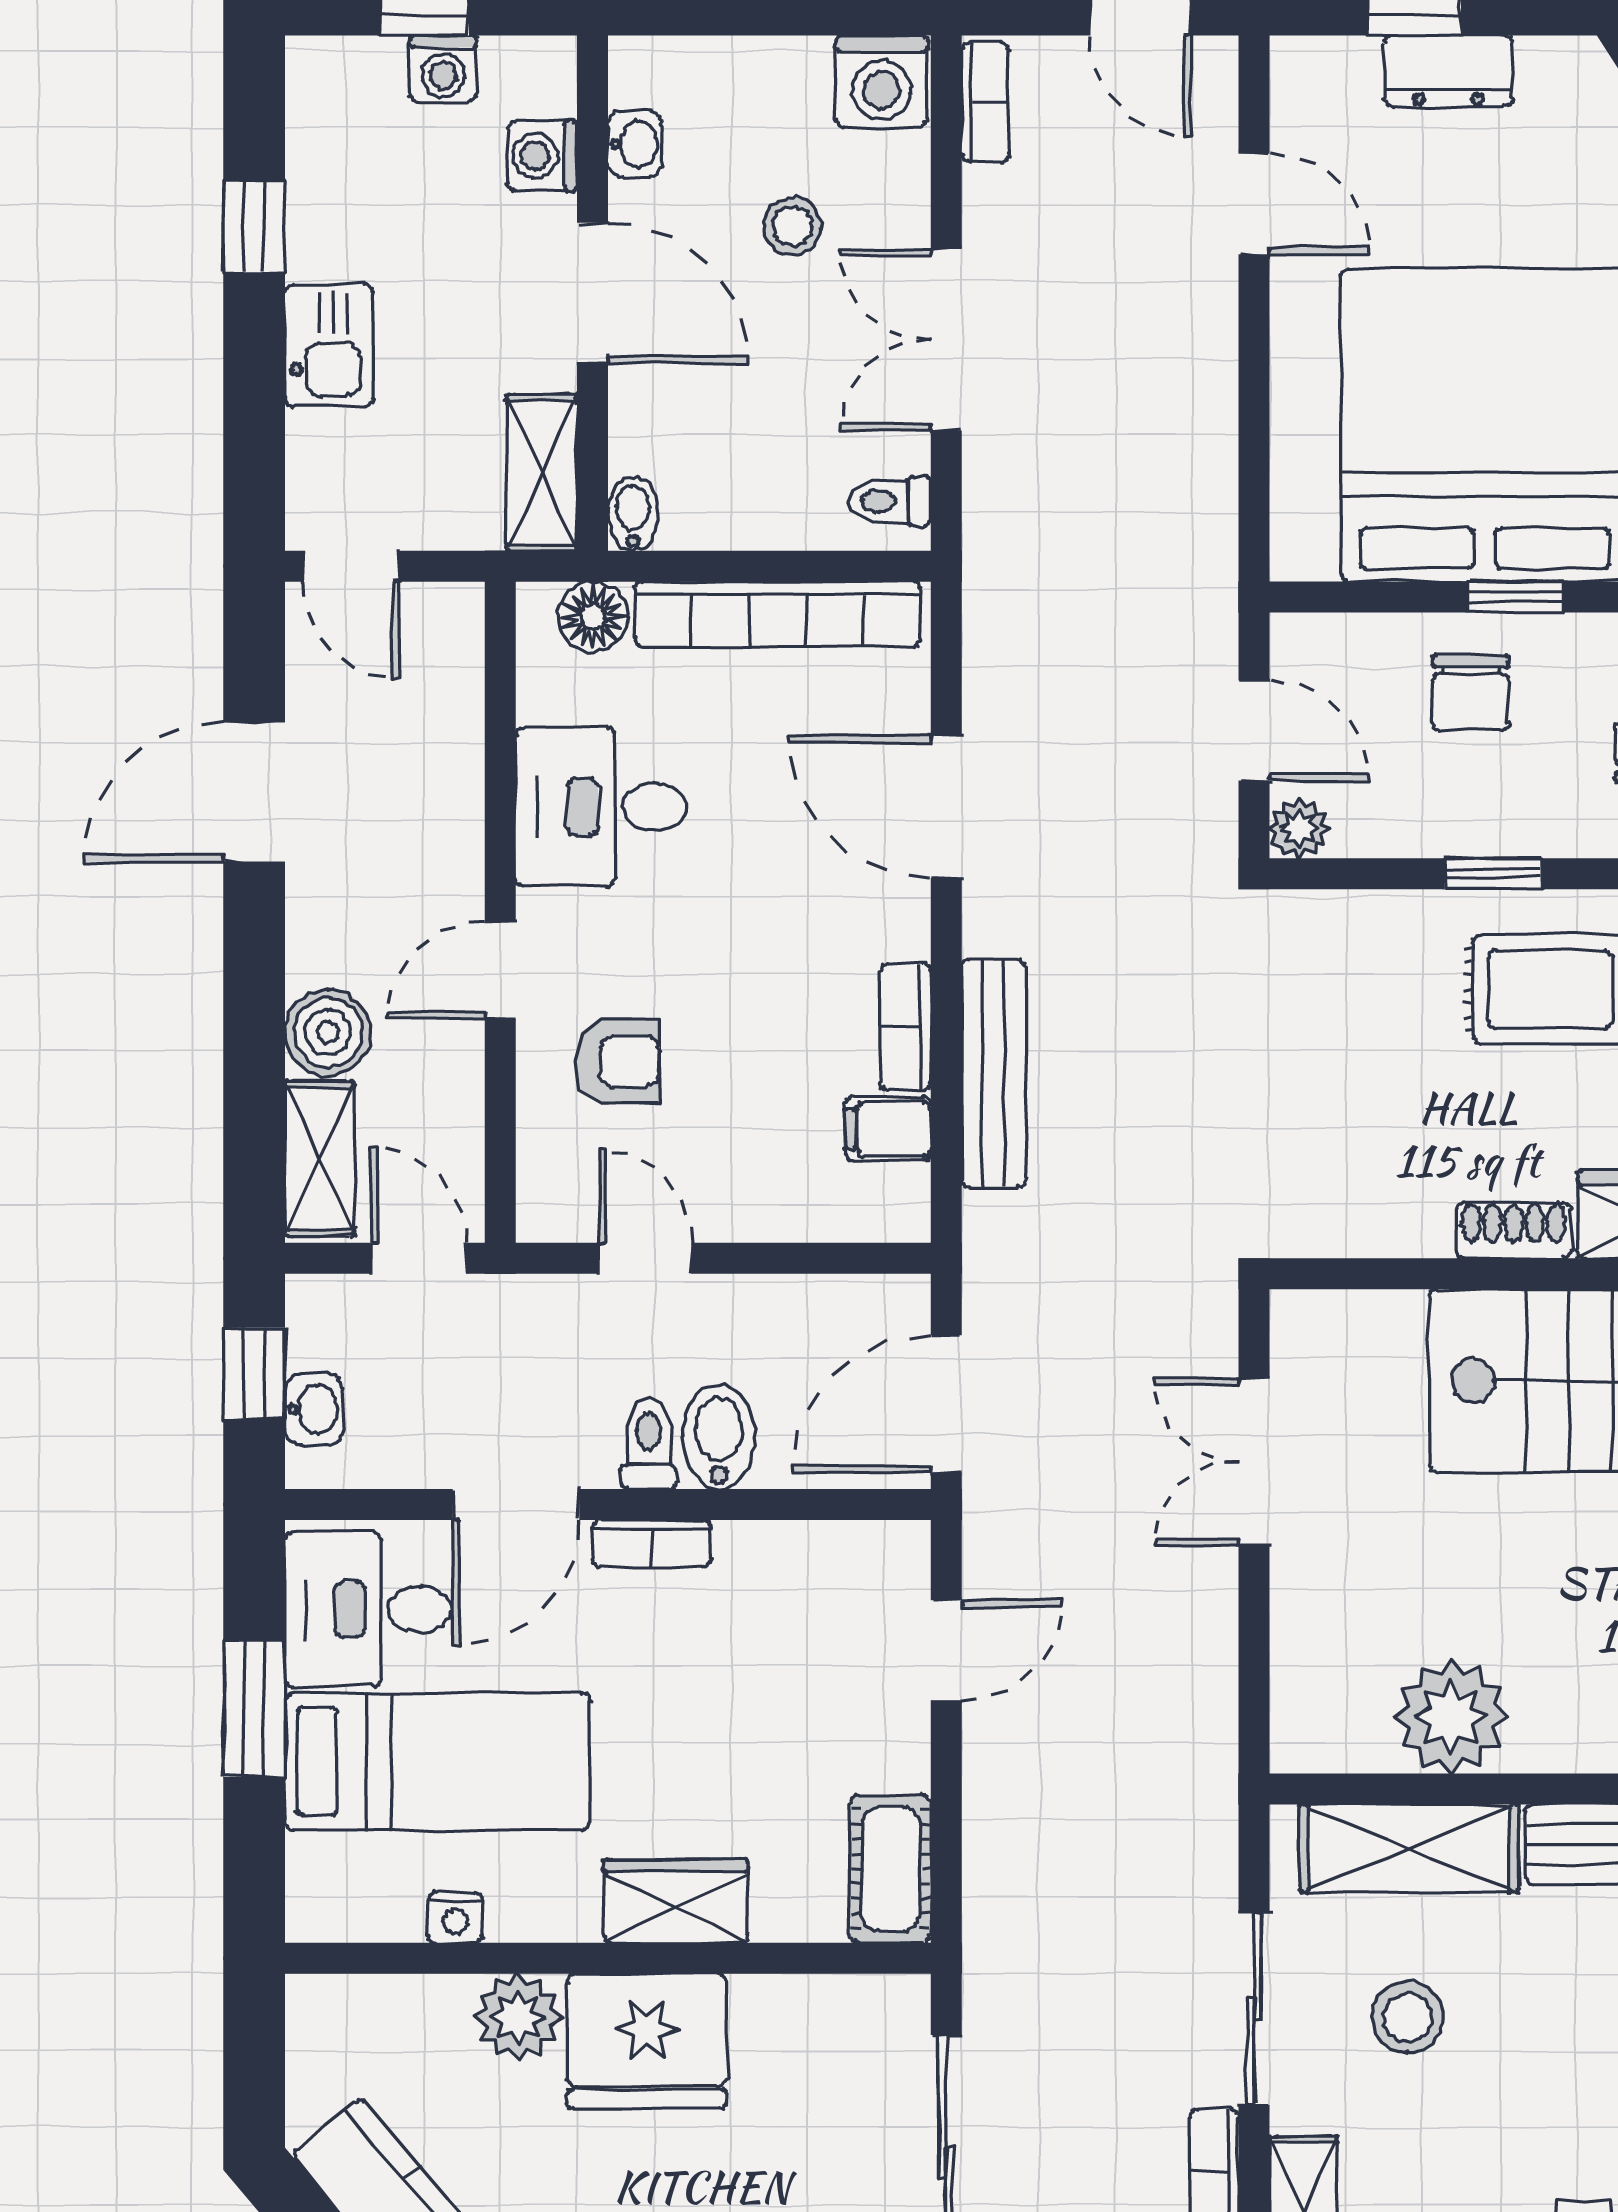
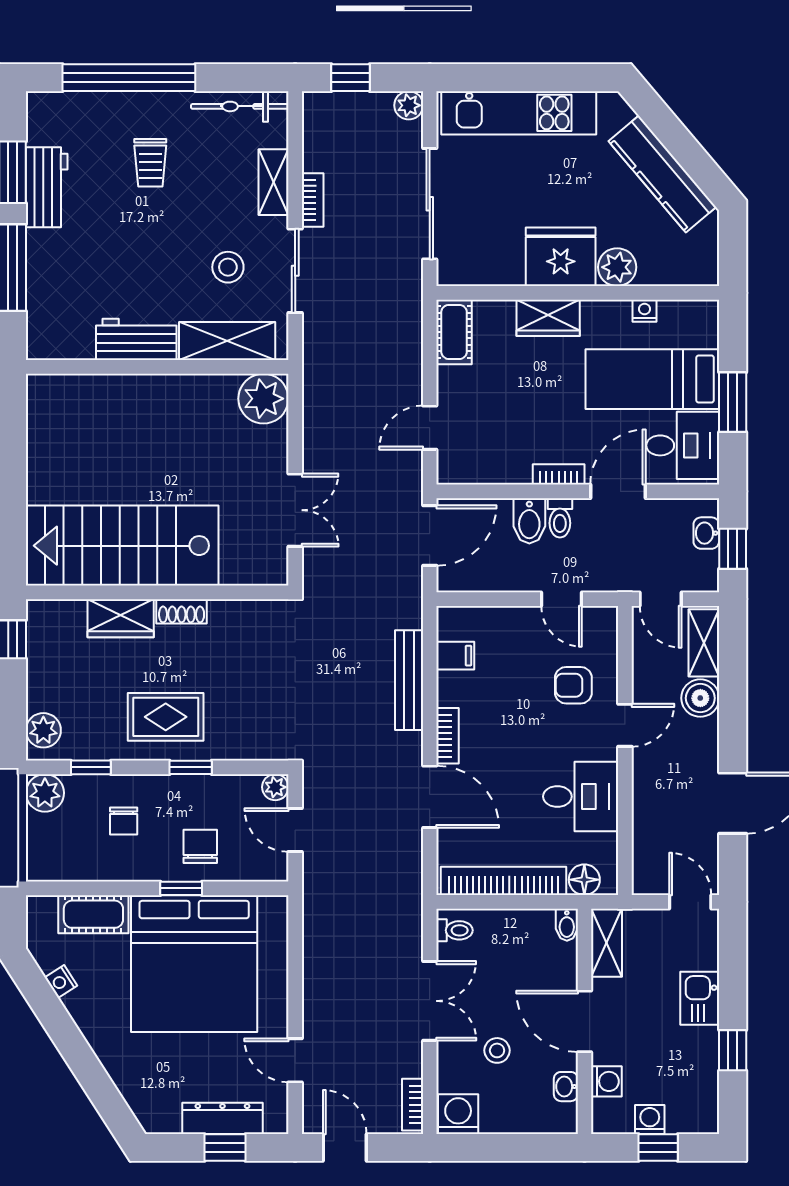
dresser: (1448, 71) -> (222, 1118), width x1.44
bookcase: (905, 1027) -> (448, 736), moved
plant: (1451, 1717) -> (263, 399), moved

